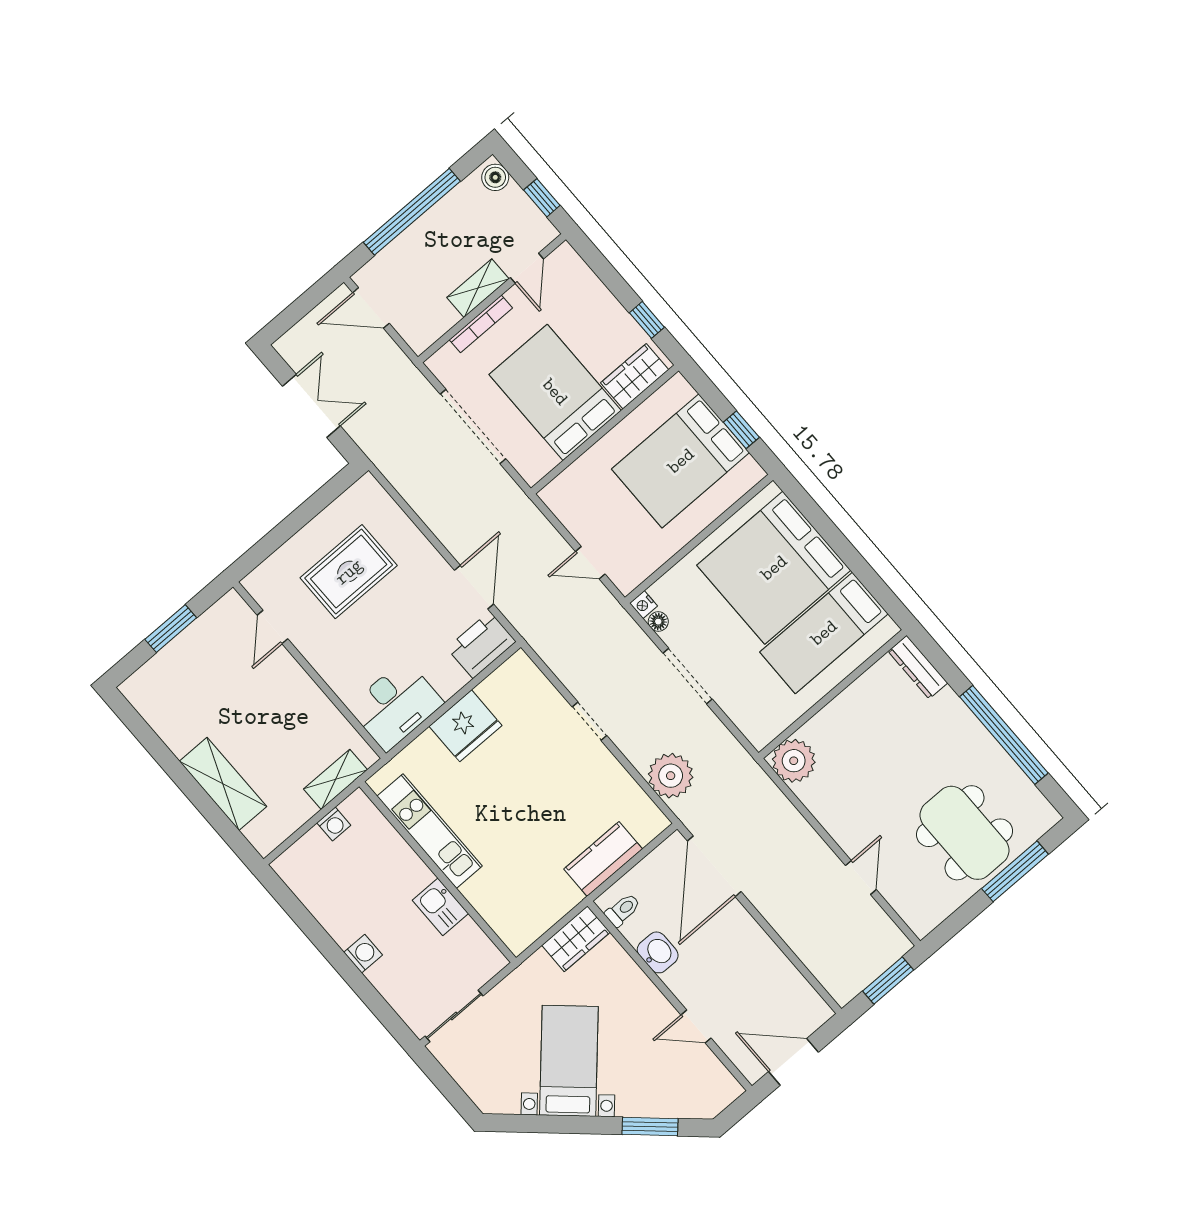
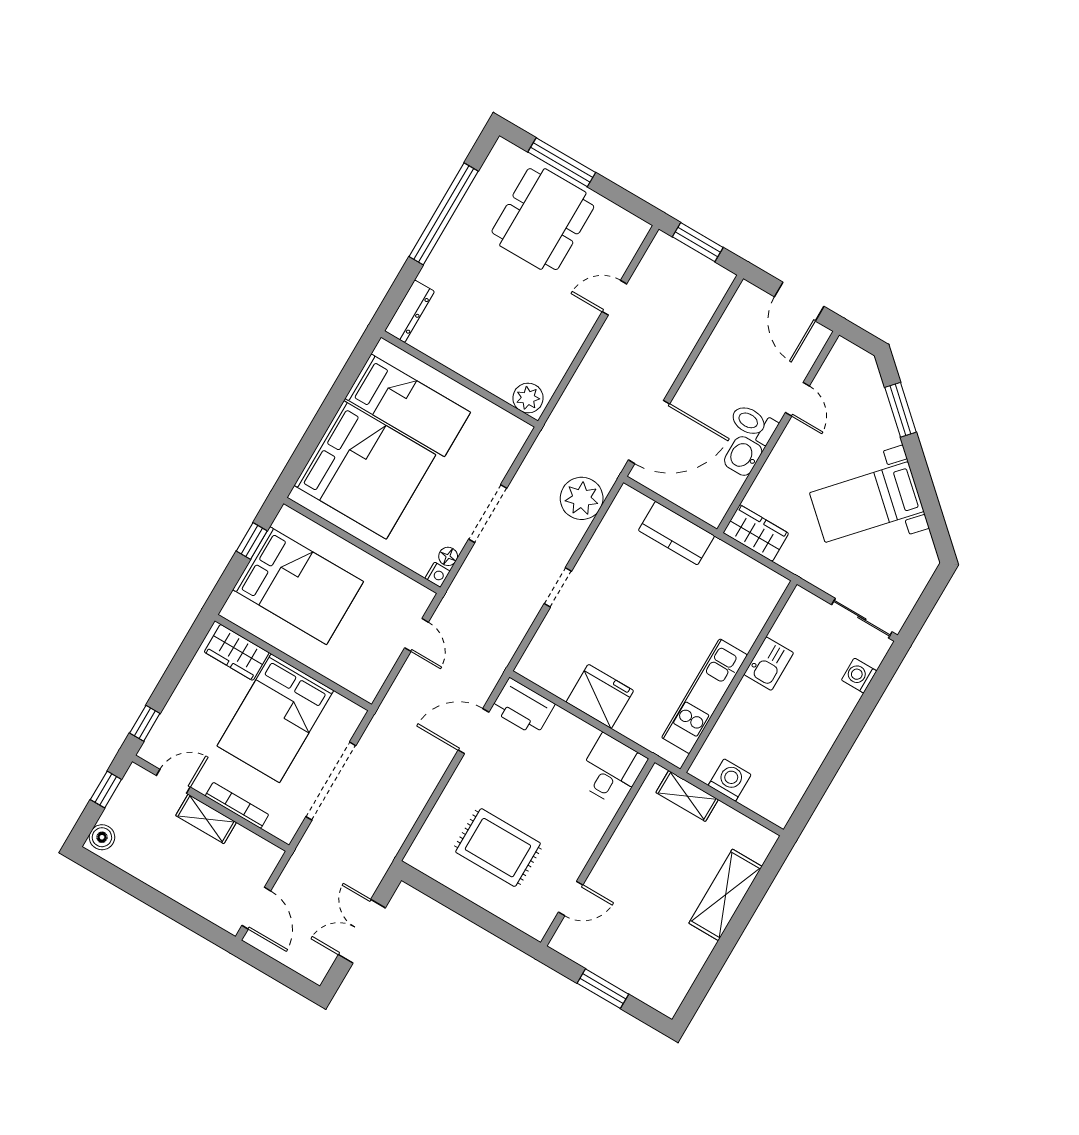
window: (412, 212) -> (158, 901), removed
window: (647, 320) -> (145, 723), moved
desk: (396, 705) -> (611, 770), width x0.73
plant: (794, 761) -> (528, 398), width x0.73, depth x0.73
washing machine: (334, 824) -> (730, 780), width x1.38, depth x1.38
toilet: (623, 910) -> (754, 424), moved, width x1.37, depth x1.39
washing machine: (363, 954) -> (859, 675), moved

